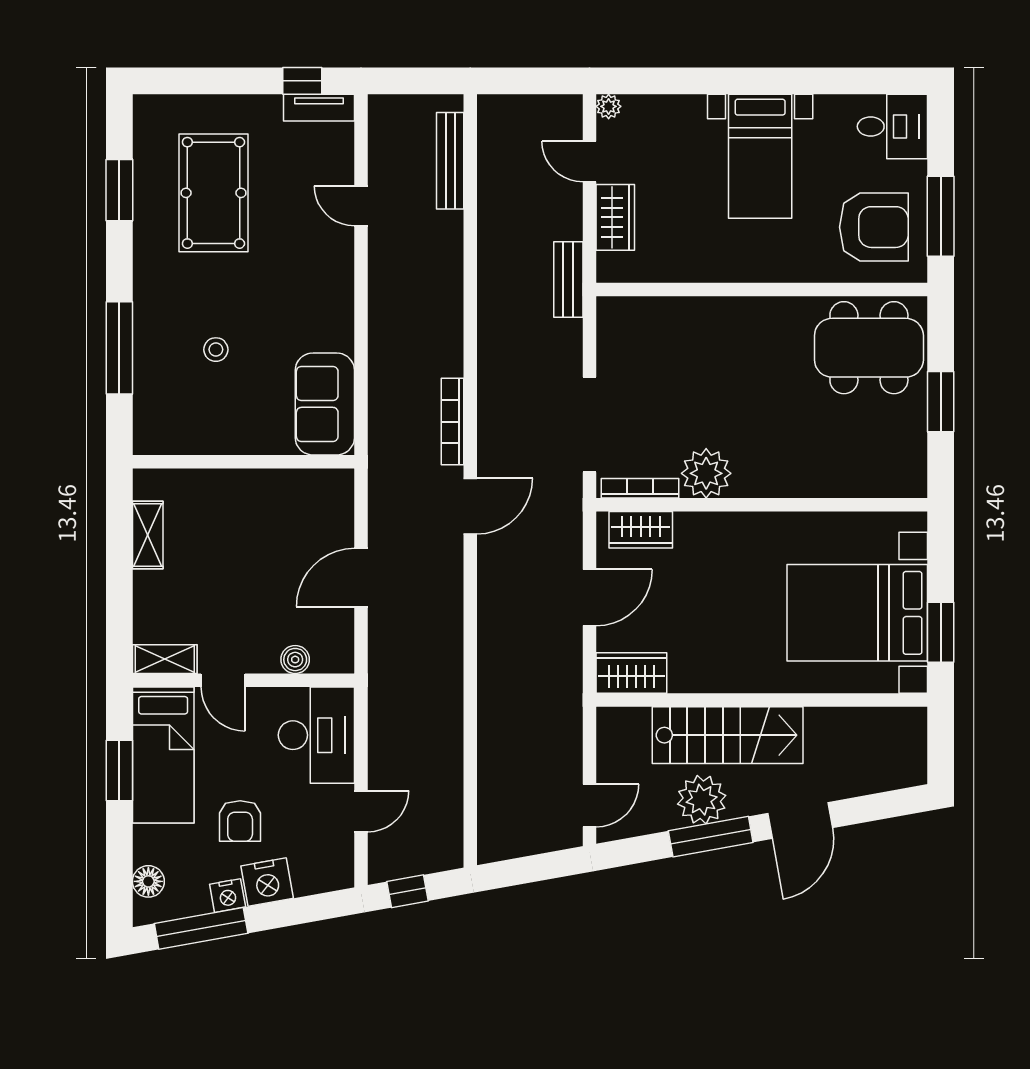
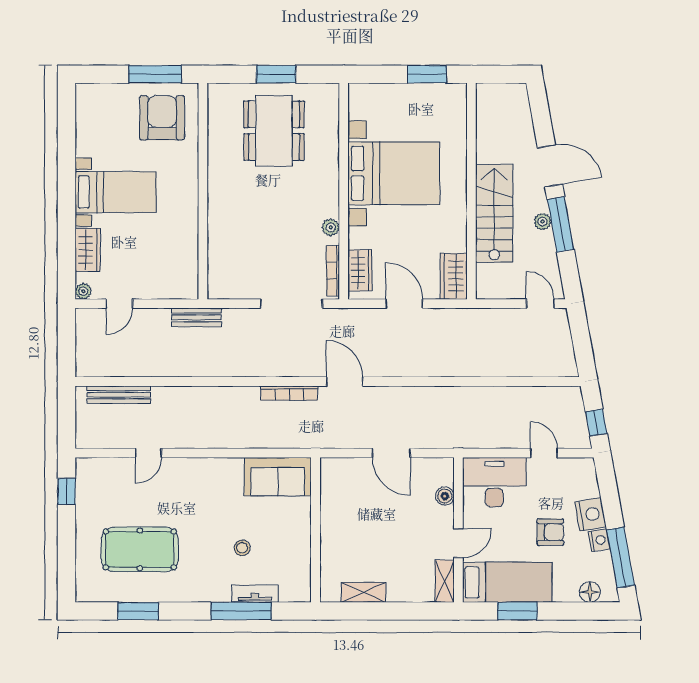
tv unit: (319, 108) -> (255, 594), moved, turned -90
desk: (892, 126) -> (96, 106), removed
wardrobe: (615, 217) -> (88, 250), moved, turned 90
dining table: (869, 348) -> (274, 131), moved
plant: (706, 473) -> (331, 227), width x0.53, depth x0.53
bed with nightstands: (857, 613) -> (394, 173), moved, turned -90
plant: (702, 800) -> (543, 222), width x0.53, depth x0.53

